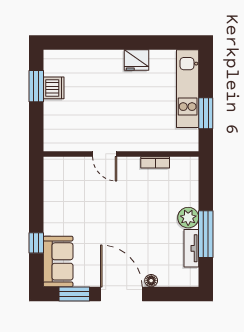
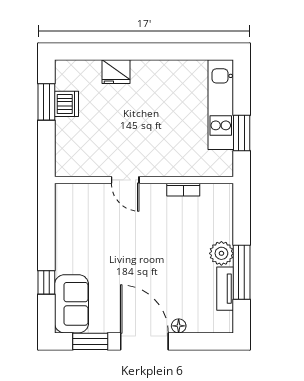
fridge: (136, 60) -> (116, 72), moved

